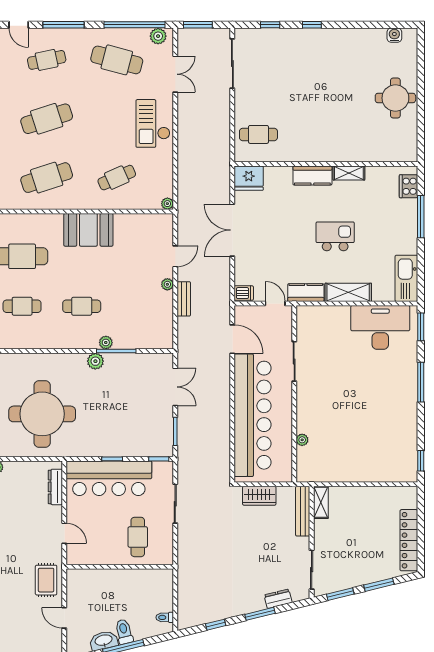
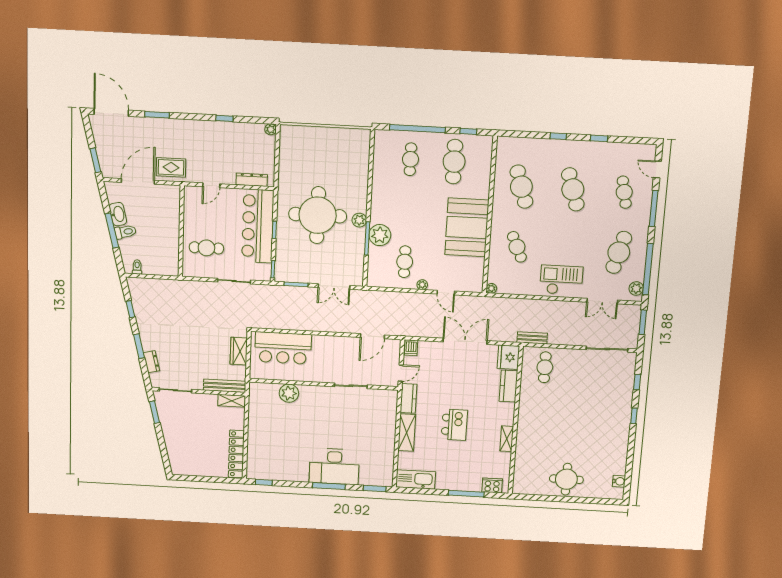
door: (19, 25) -> (657, 169), hinge flipped
kitchen counter: (312, 176) -> (508, 386), moved
booth: (88, 230) -> (467, 227), width x1.36, depth x1.42
bench: (184, 299) -> (532, 338), moved
cafe table: (82, 306) -> (405, 262), moved
desk: (380, 327) -> (334, 466), moved, turned 90
plant: (106, 342) -> (380, 235), width x1.87, depth x1.87
round table: (42, 414) -> (318, 215), moved
bar counter: (253, 415) -> (283, 348), width x0.54
plant: (302, 440) -> (289, 393), width x1.88, depth x1.88
locker: (409, 540) -> (236, 454), moved, turned -90
window: (379, 585) -> (162, 444), removed
door: (64, 618) -> (138, 181), width x1.87

